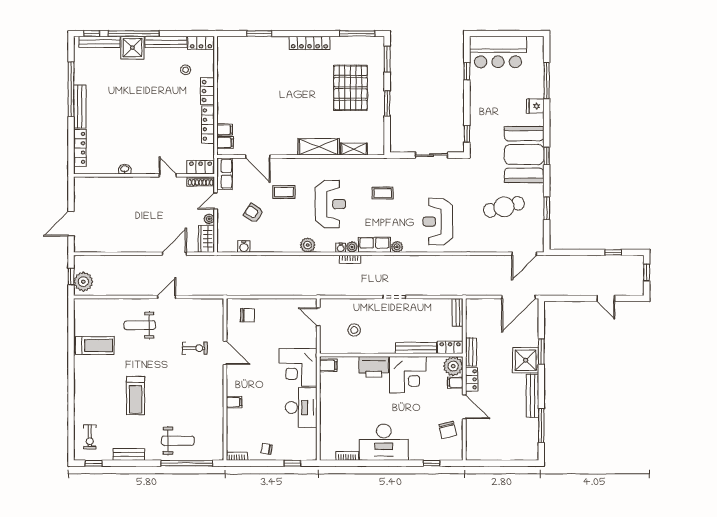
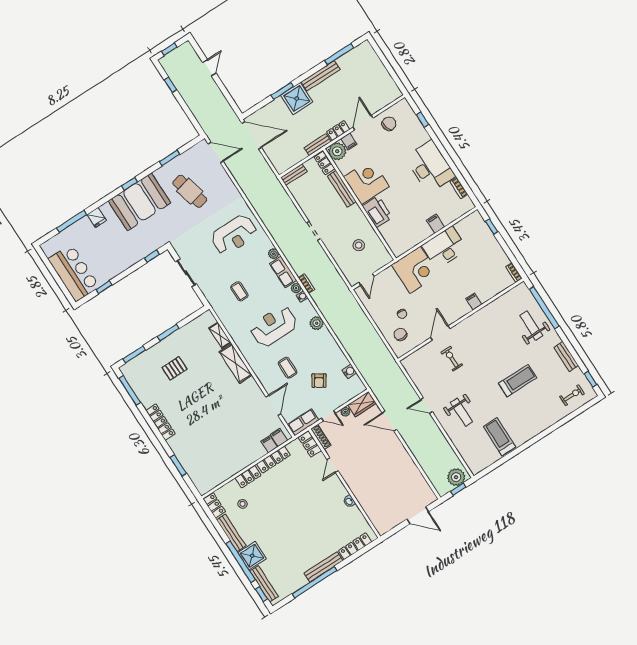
pallet: (351, 88) -> (175, 368), width x0.49, depth x0.50
filing cabinet: (328, 366) -> (436, 224), moved
chair: (266, 449) -> (402, 314), moved

